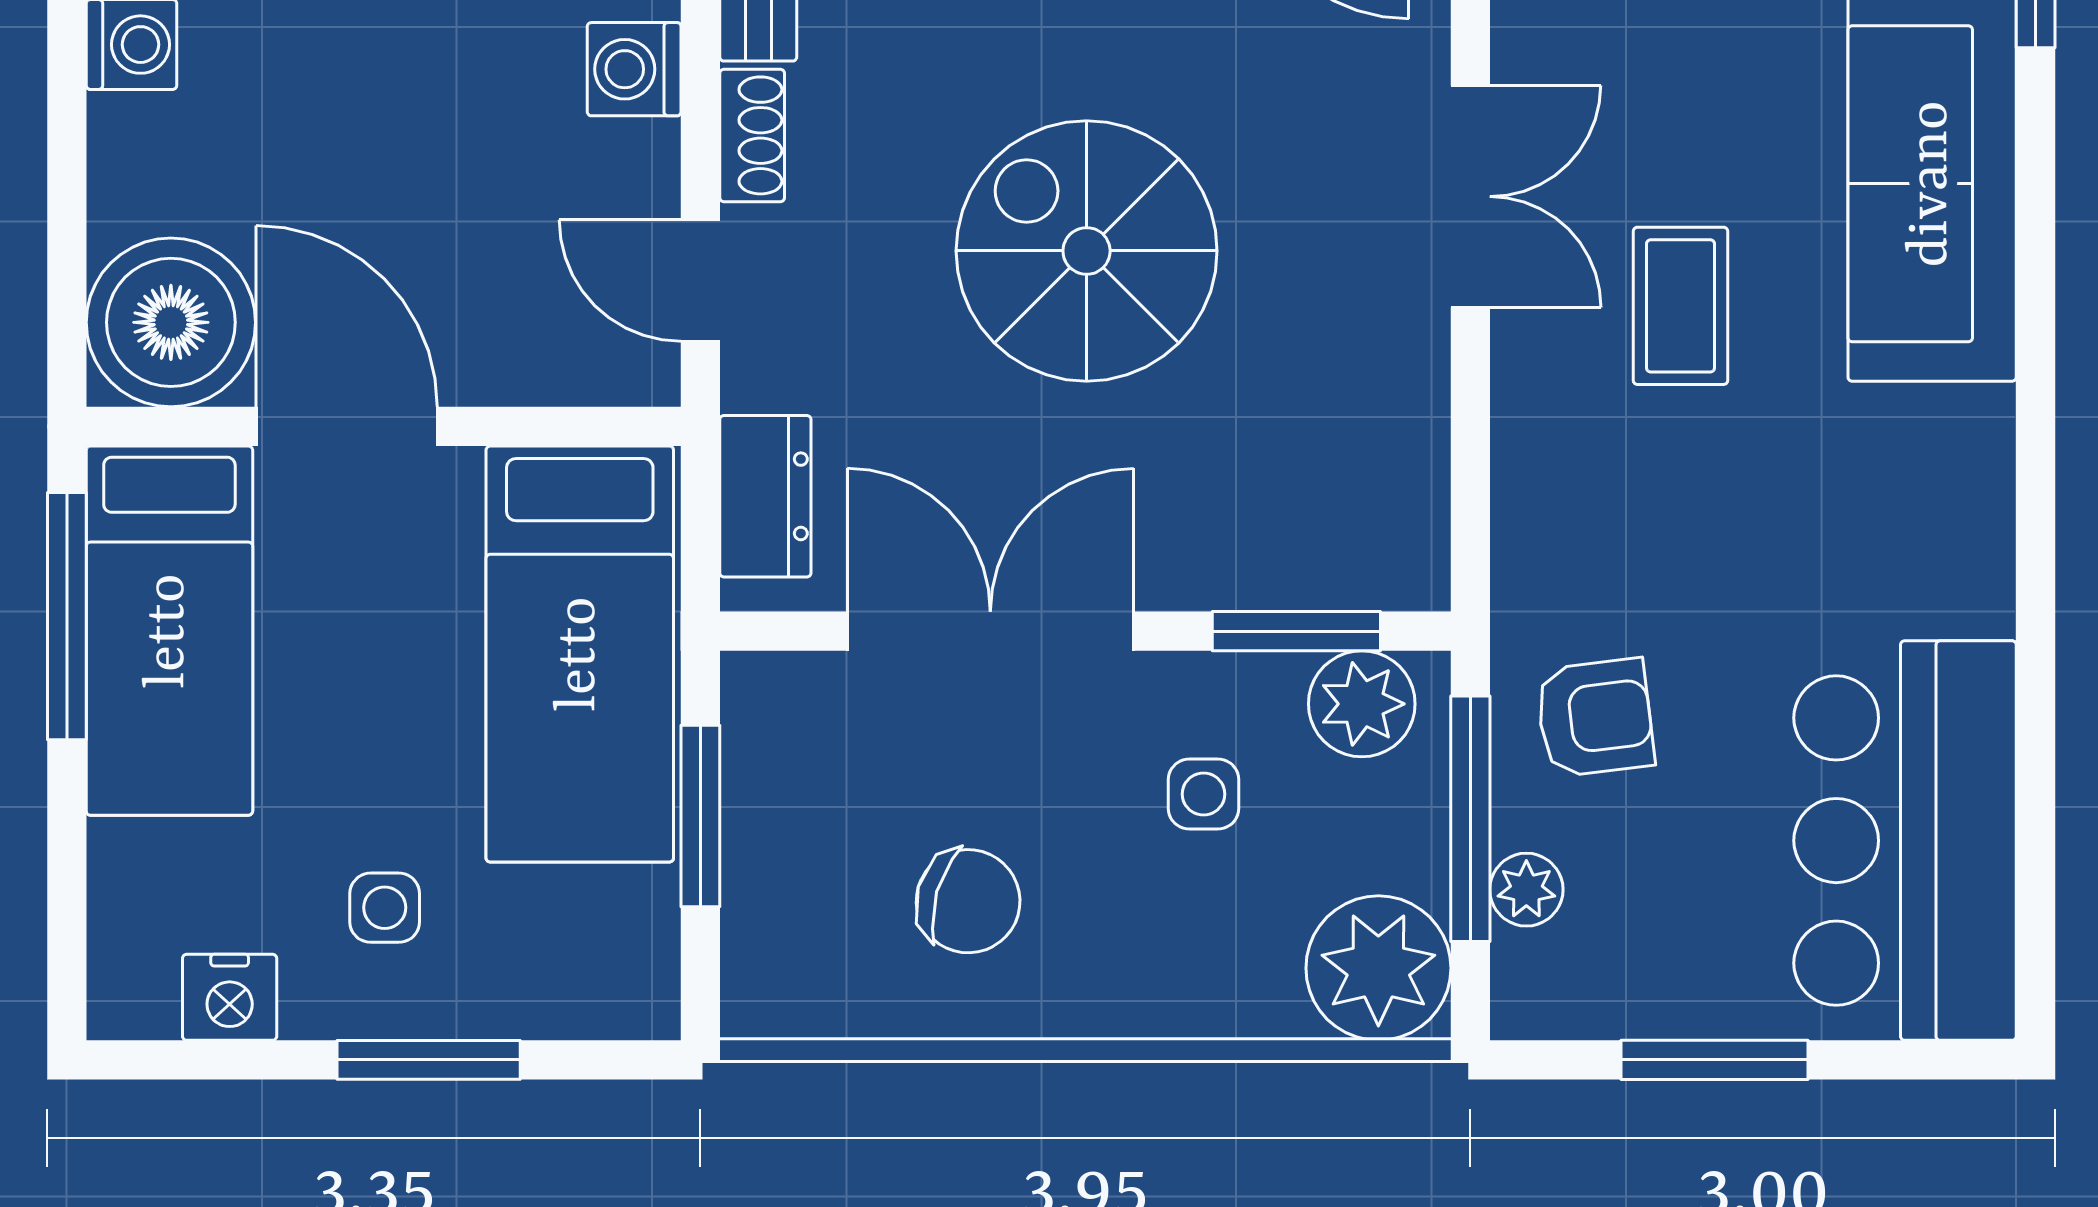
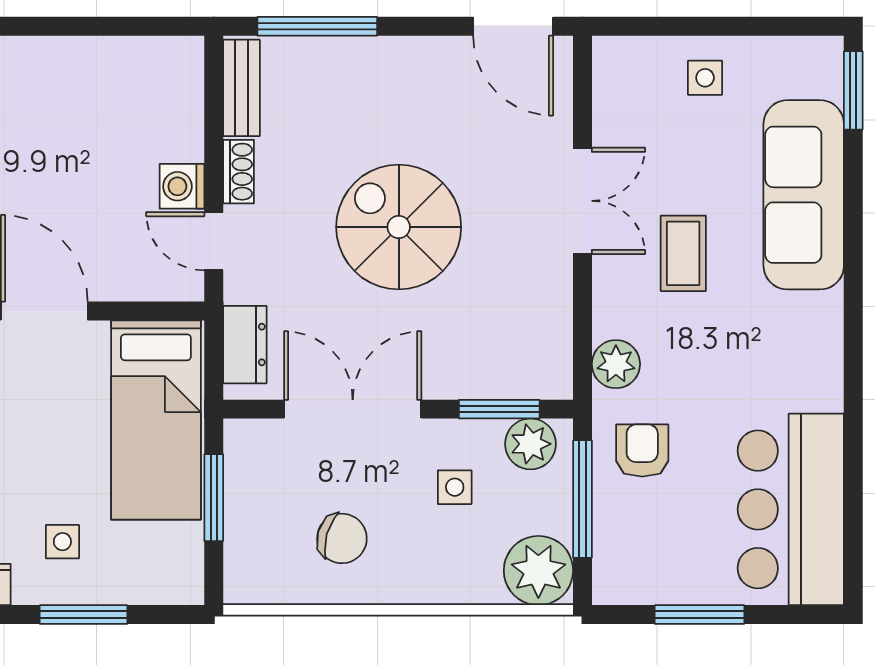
washing machine: (634, 69) -> (182, 186), moved
armchair: (1595, 718) -> (642, 451), turned -83
plant: (1526, 890) -> (616, 364), moved, width x1.38, depth x1.38

